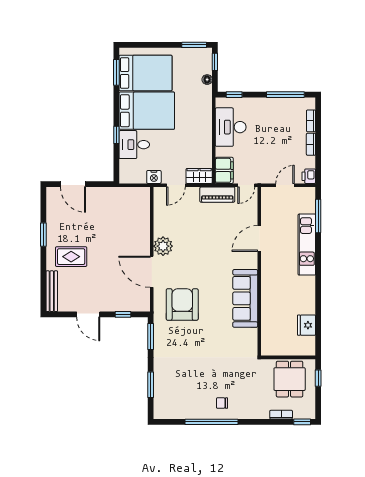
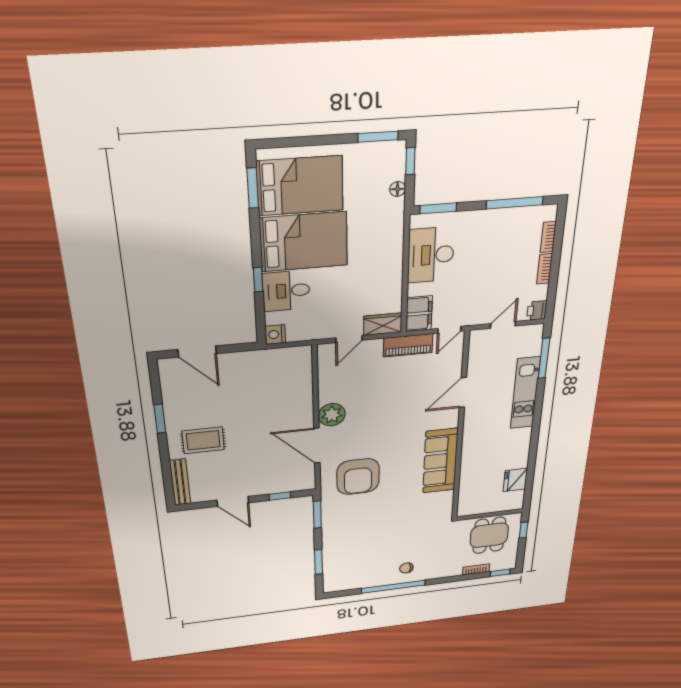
window: (234, 95) -> (438, 208), width x1.50
nightstand: (154, 177) -> (275, 334), moved, turned 90
armchair: (182, 304) -> (358, 477), turned 180

